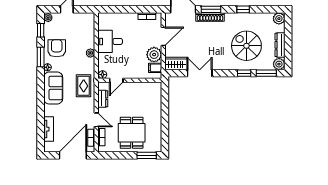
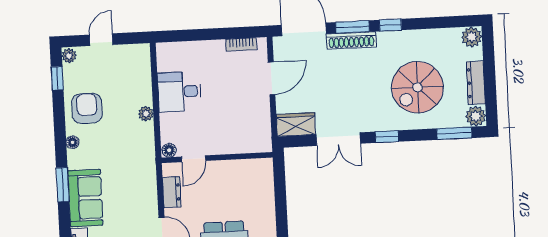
window: (243, 9) -> (390, 25), moved
spiral stairs: (246, 46) -> (417, 87), turned -90
plant: (154, 55) -> (257, 111), removed
window: (41, 57) -> (63, 185), moved
filing cabinet: (155, 68) -> (260, 134), removed
double door: (200, 73) -> (338, 139), swing flipped
window: (244, 73) -> (387, 137), moved
rug: (84, 86) -> (137, 171), removed
sofa: (53, 88) -> (85, 198), moved

